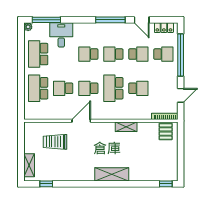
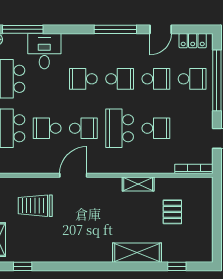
door: (142, 20) -> (161, 29), hinge flipped
school desk: (113, 54) -> (120, 79), turned 180
school desk: (88, 88) -> (83, 128), turned 180
pallet: (166, 131) -> (172, 212), moved
shelving: (112, 174) -> (137, 253), moved
window: (166, 184) -> (177, 266), moved

